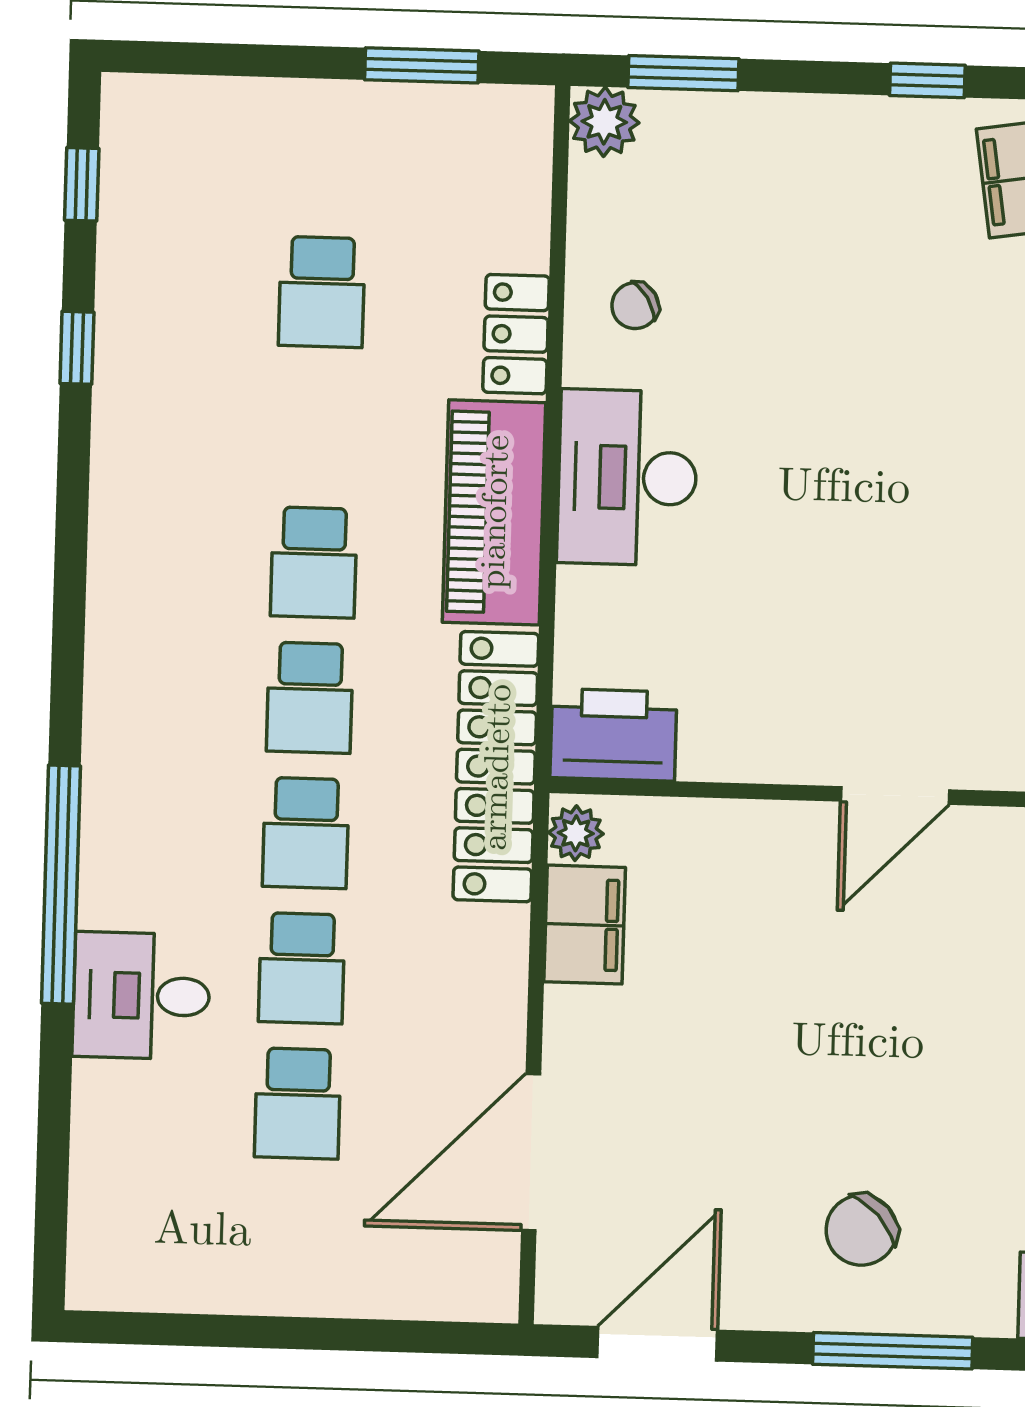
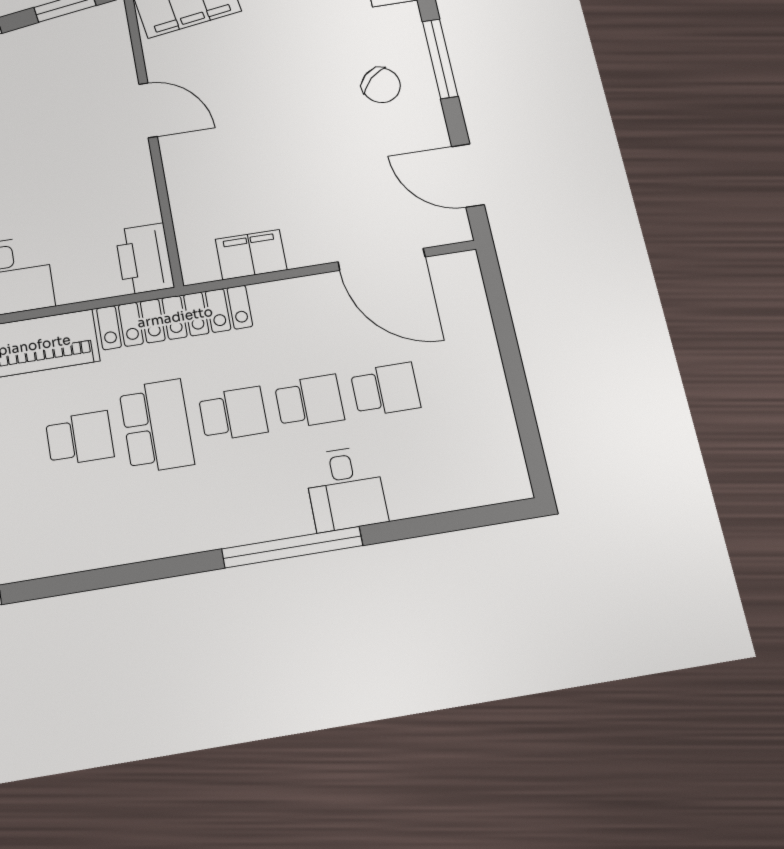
school desk: (310, 698) -> (156, 426), width x1.85
plant: (576, 833) -> (202, 268), removed

